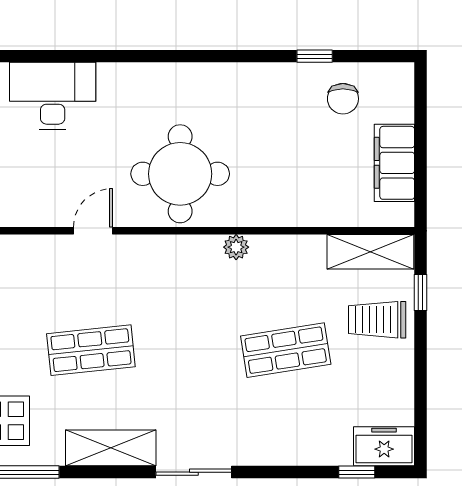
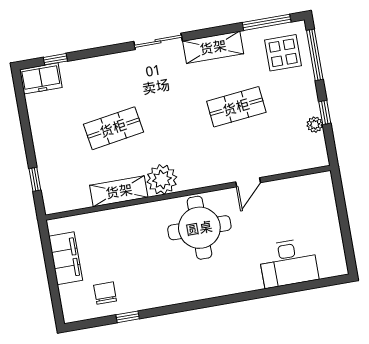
plant: (236, 247) -> (162, 179), width x1.88, depth x1.88
shelving: (370, 252) -> (119, 191), moved
trolley: (377, 320) -> (59, 157), removed

